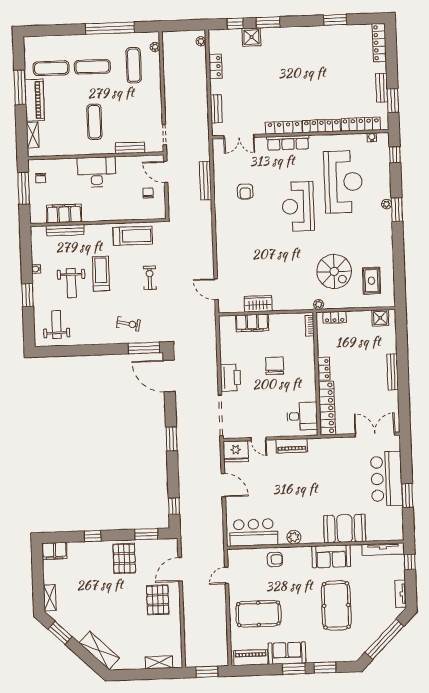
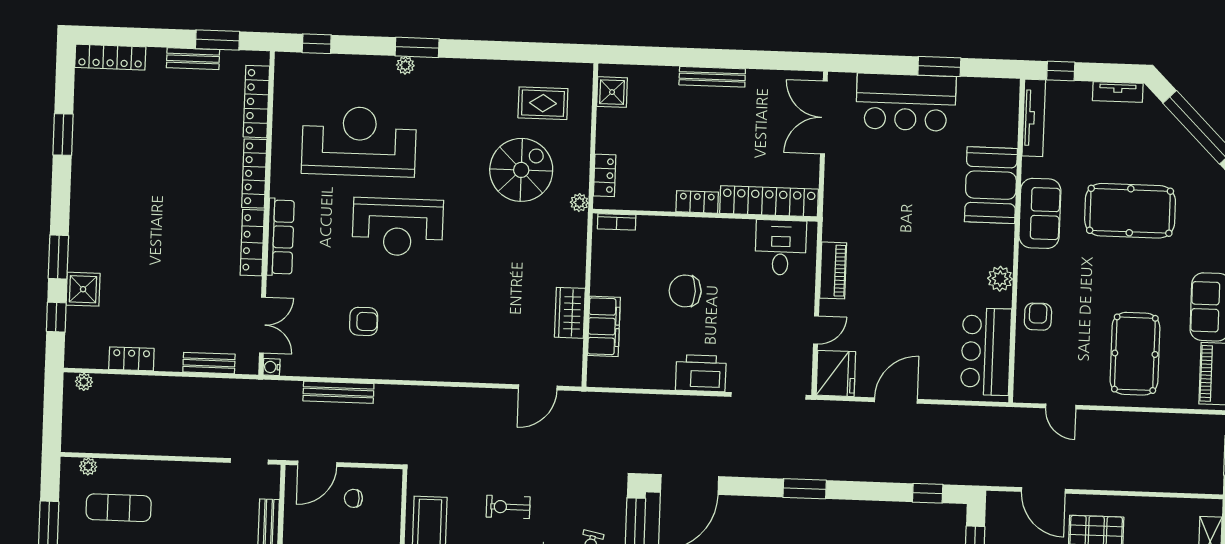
water cooler: (372, 137) -> (272, 367), moved

